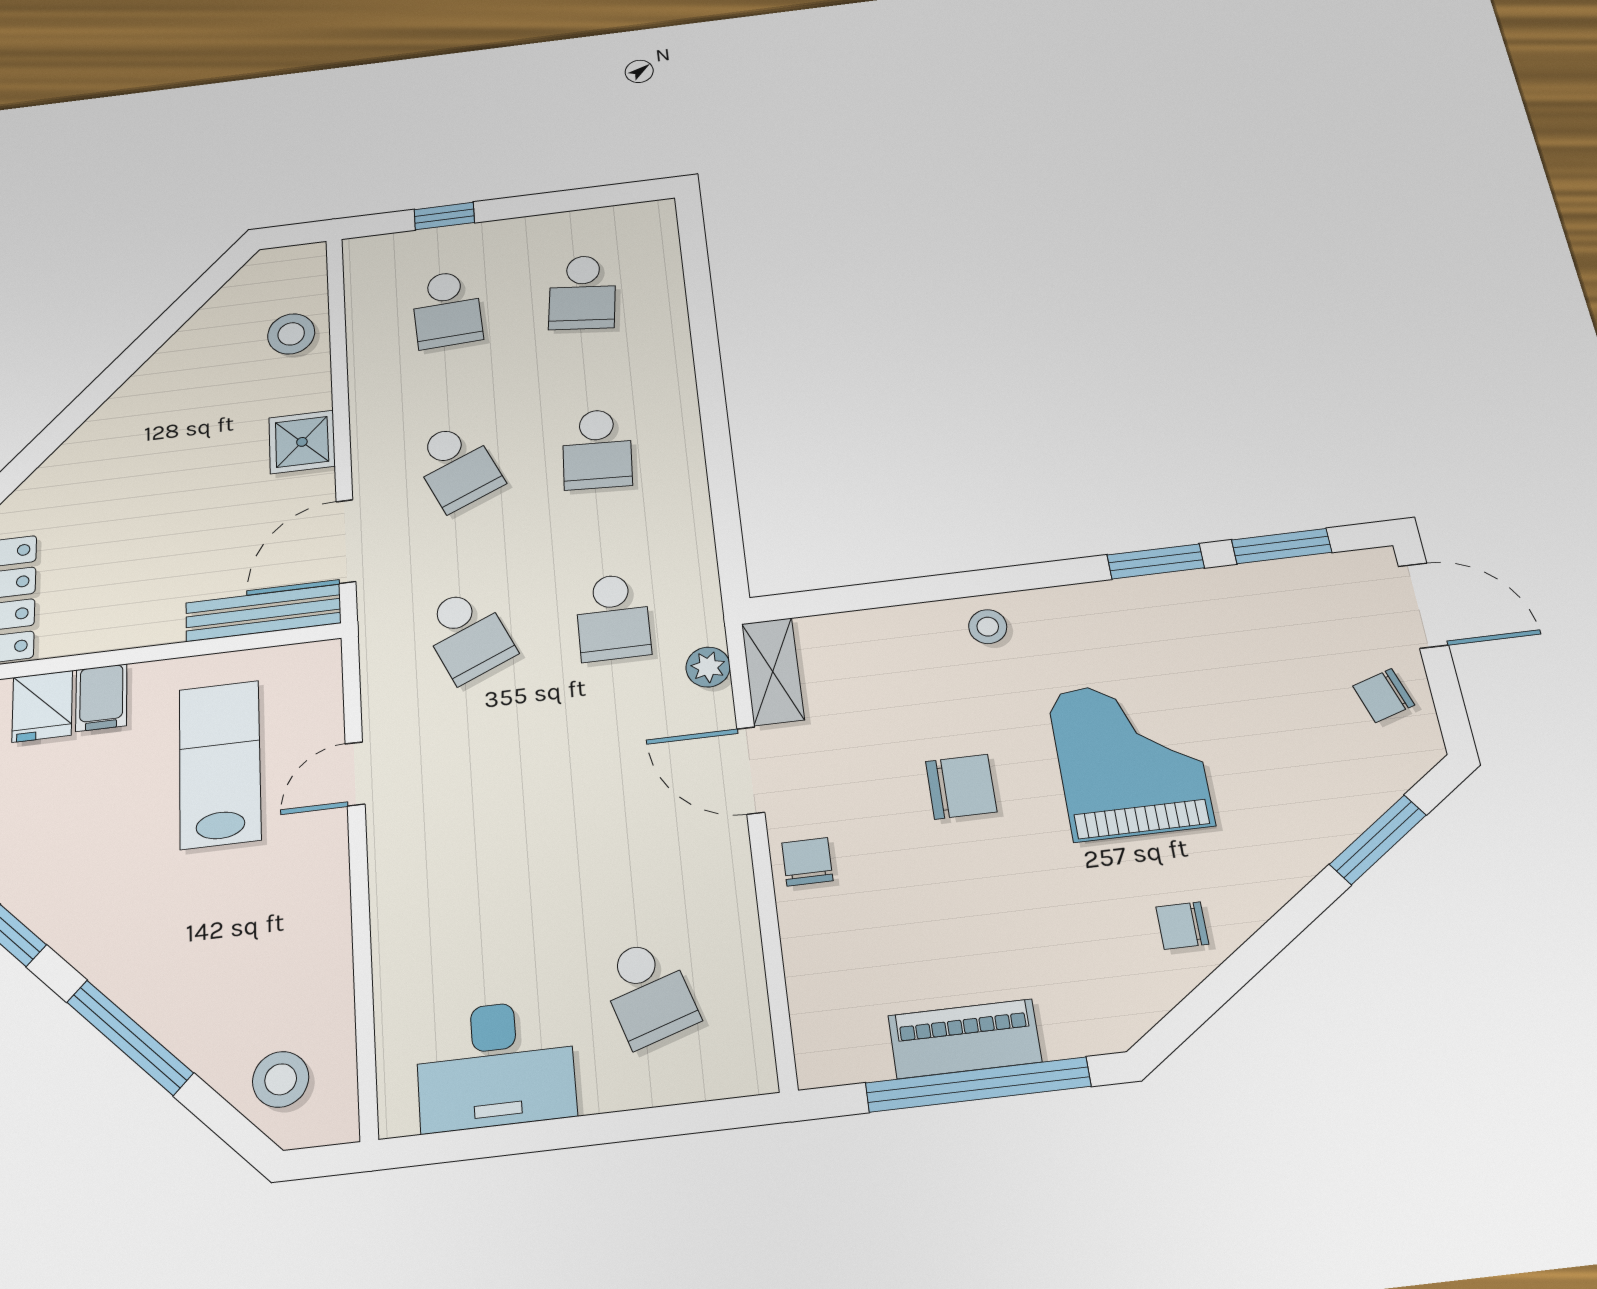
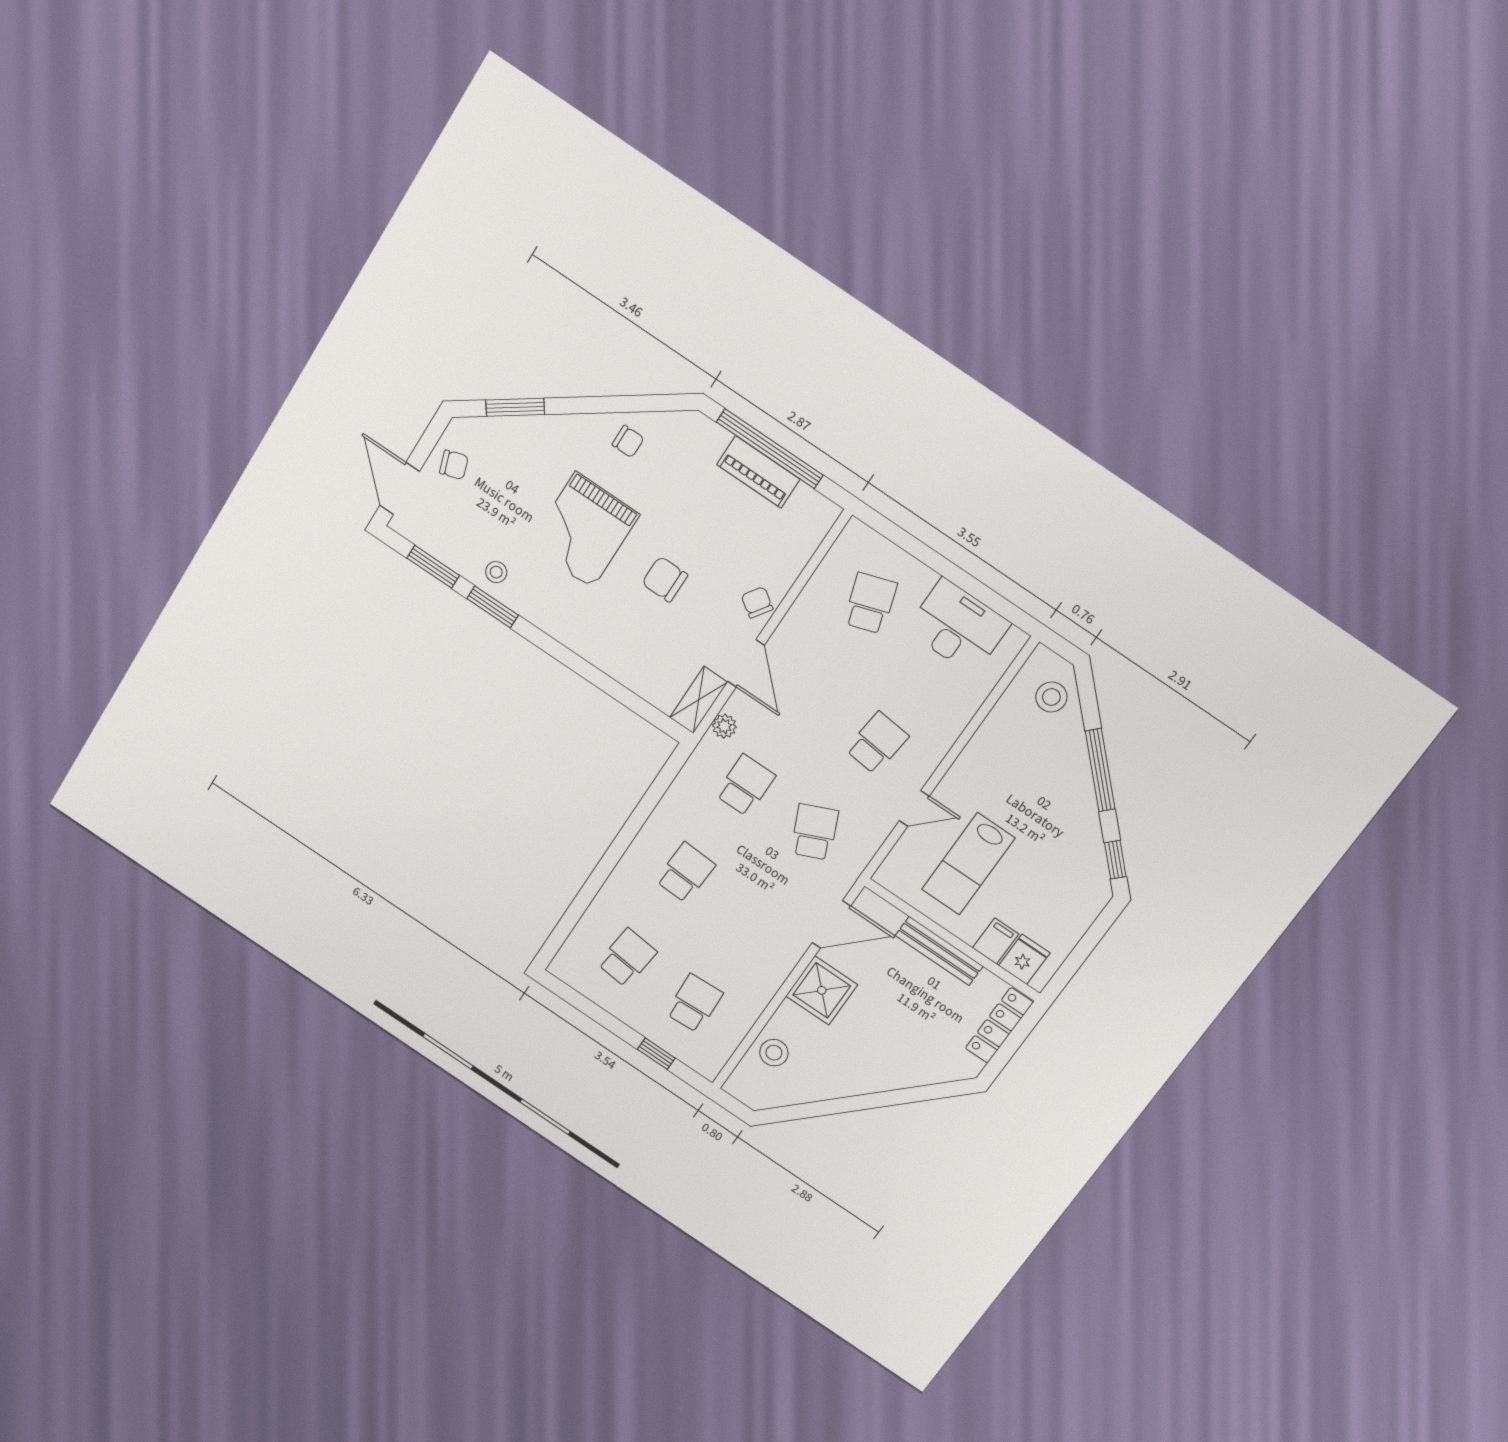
shower: (302, 442) -> (822, 990), width x1.36, depth x1.36
school desk: (457, 466) -> (877, 743), moved, turned 30
bench: (263, 613) -> (939, 951), moved
stool: (988, 627) -> (496, 572), moved
chair: (807, 862) -> (757, 602), turned 124

